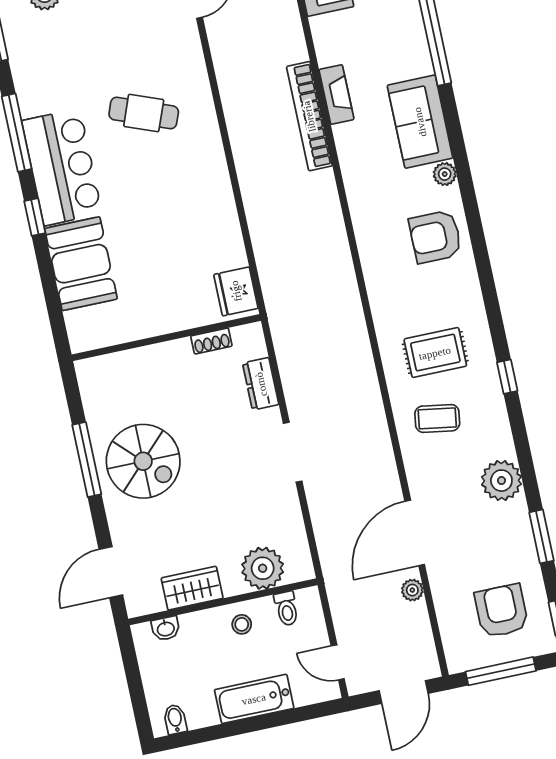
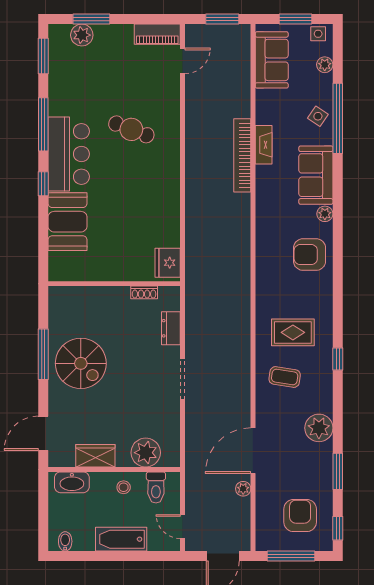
side table: (405, 37) -> (318, 116), added
toilet: (286, 609) -> (156, 487), width x1.37, depth x1.39
washbasin: (166, 628) -> (72, 482), width x1.91, depth x1.45

